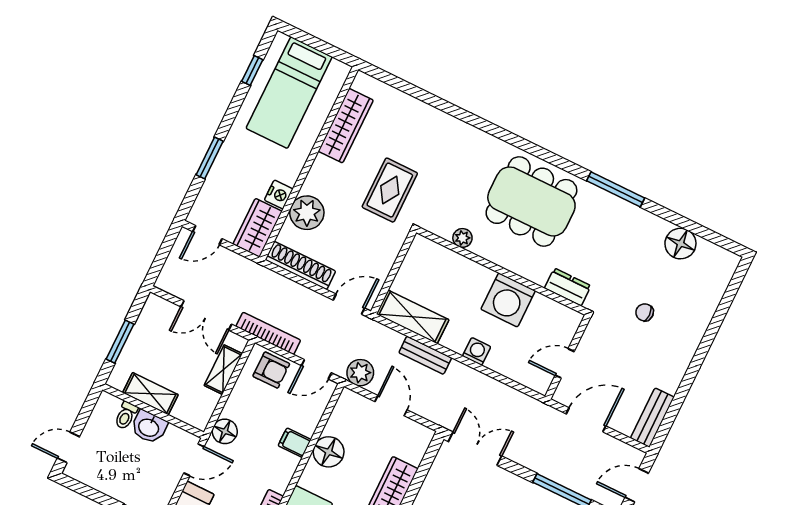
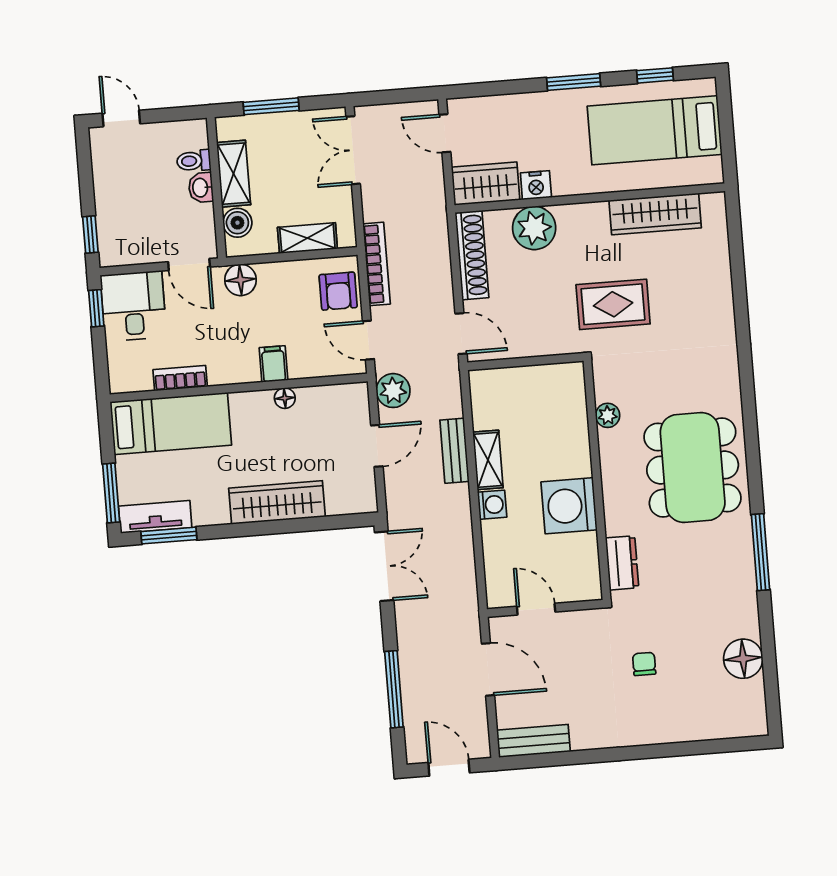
window: (210, 158) -> (574, 82), moved
double door: (206, 316) -> (353, 150), moved
shelving: (412, 317) -> (488, 460), moved, width x0.67, depth x0.75
boiler: (185, 411) -> (237, 223), added
washbasin: (149, 427) -> (201, 188), width x0.72, depth x0.69
floor lamp: (329, 452) -> (285, 398), width x0.53, depth x0.53

